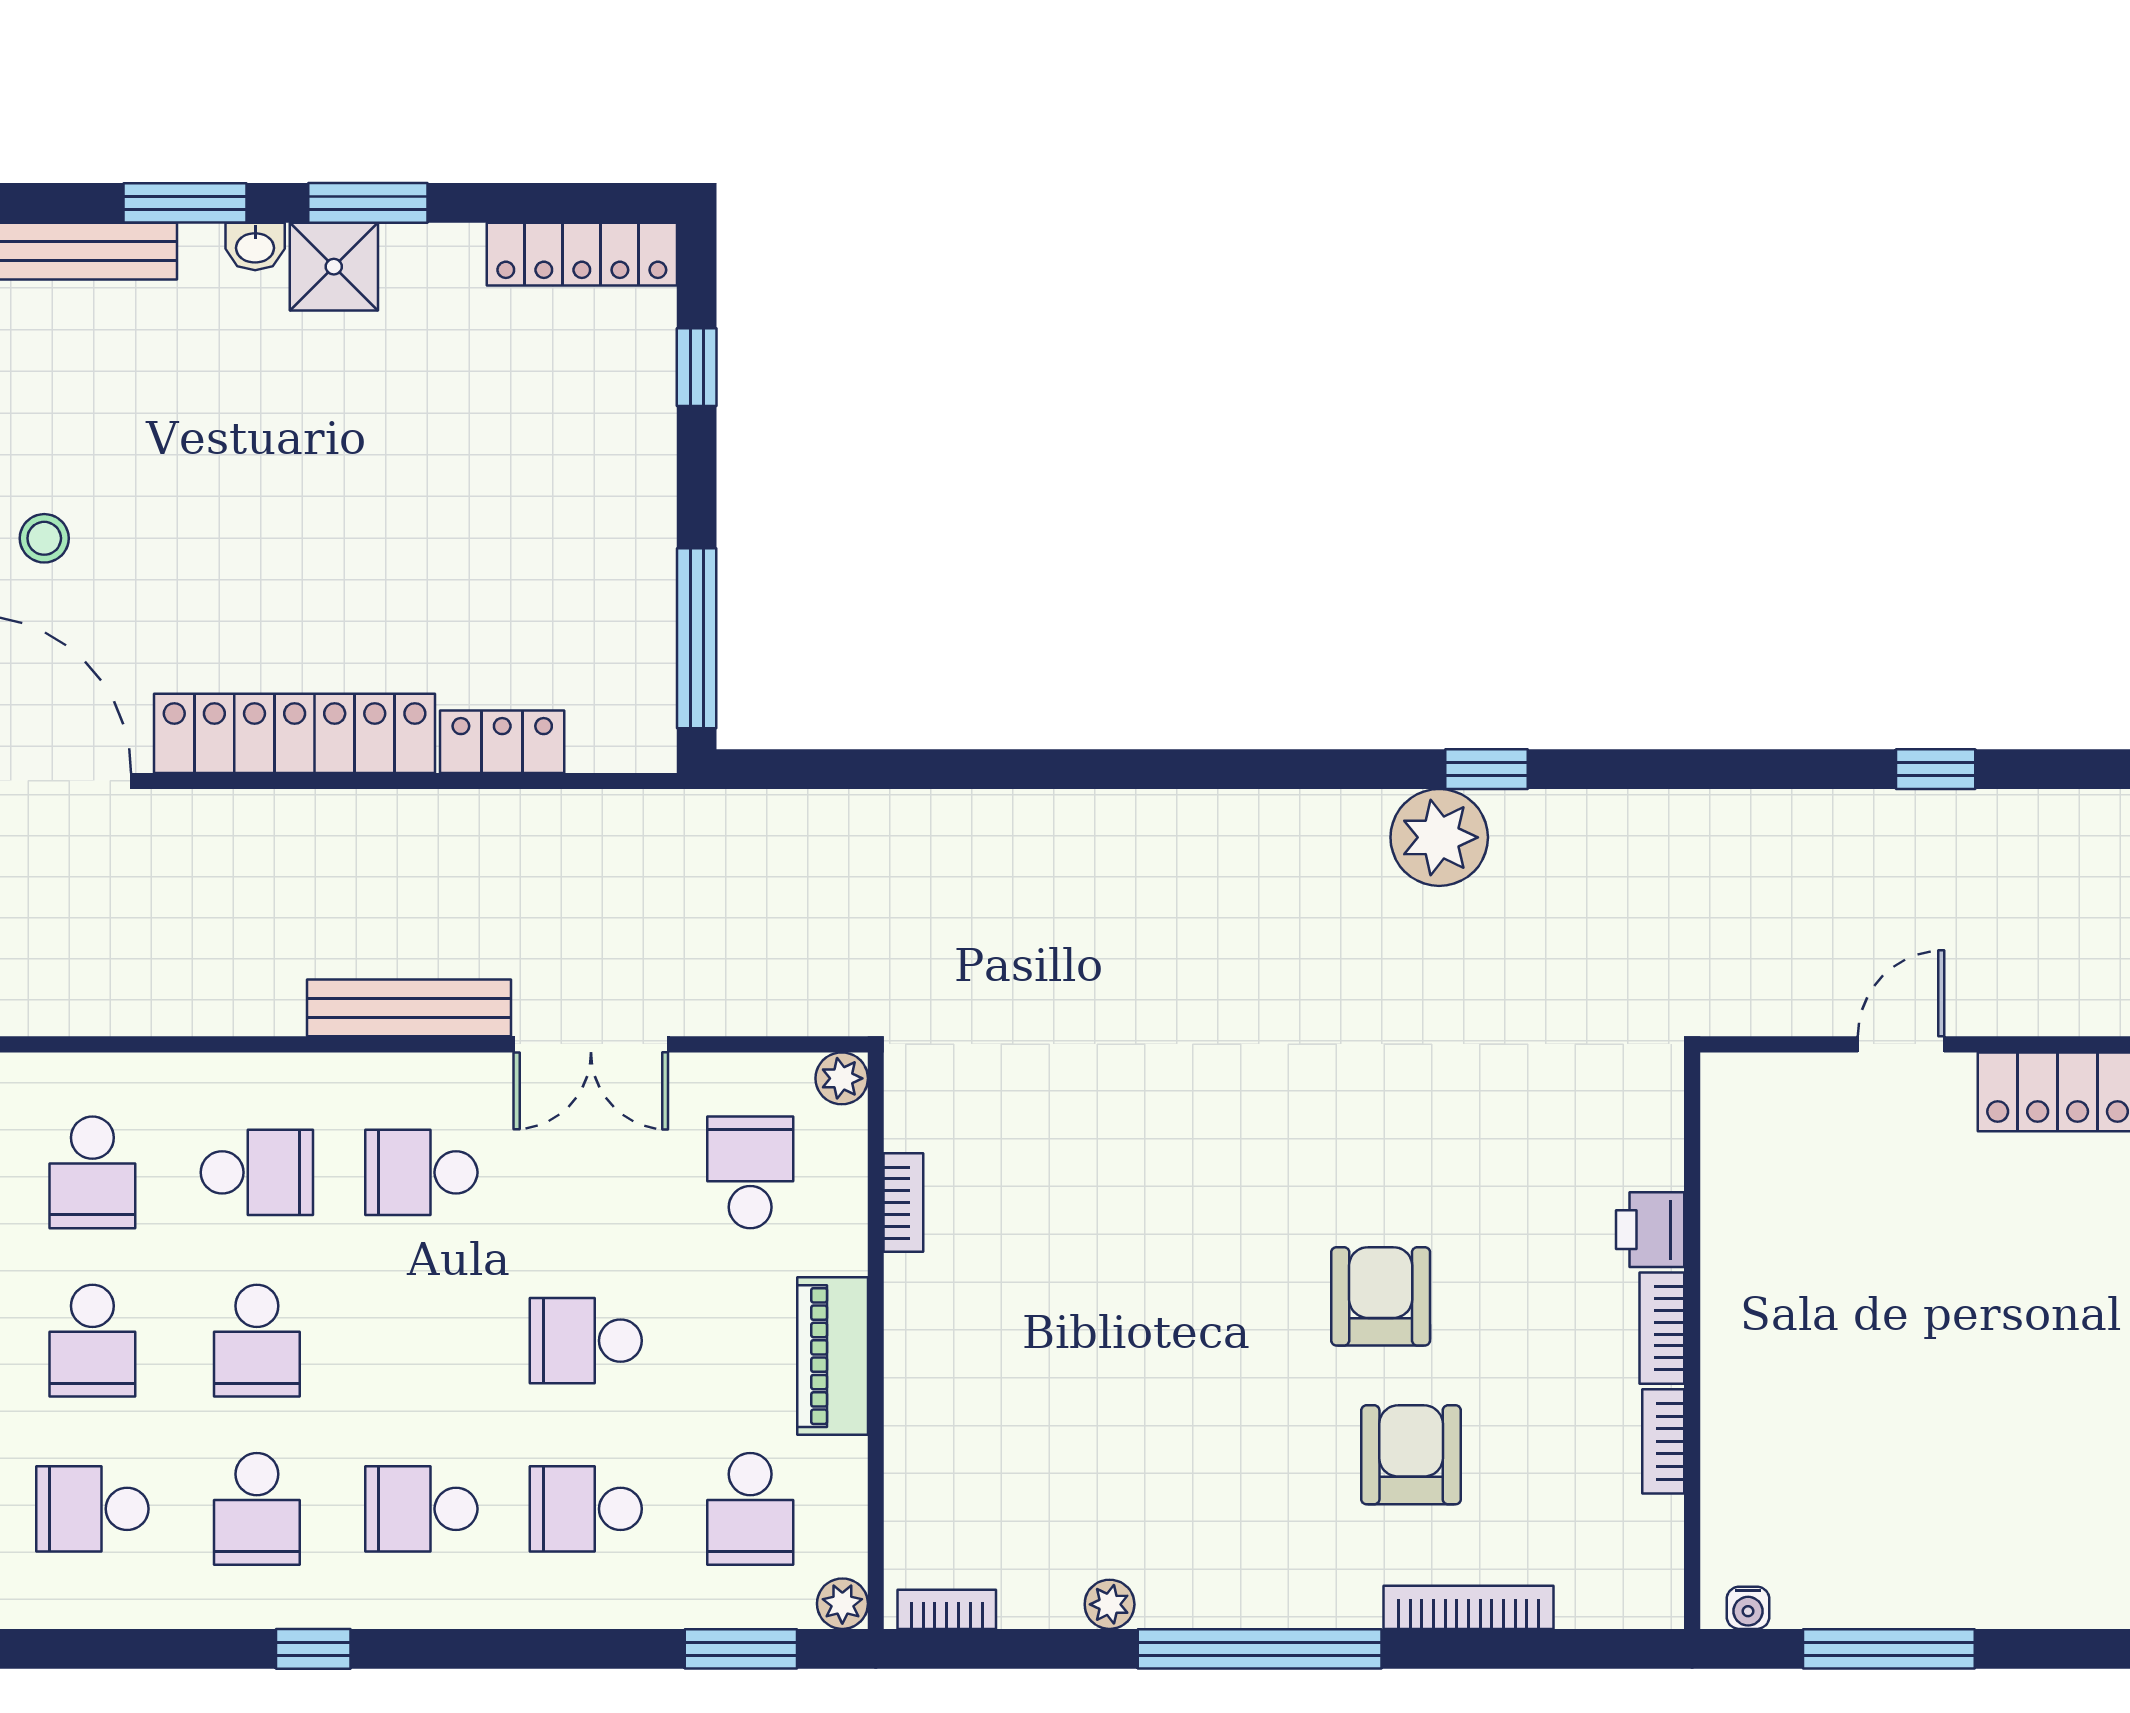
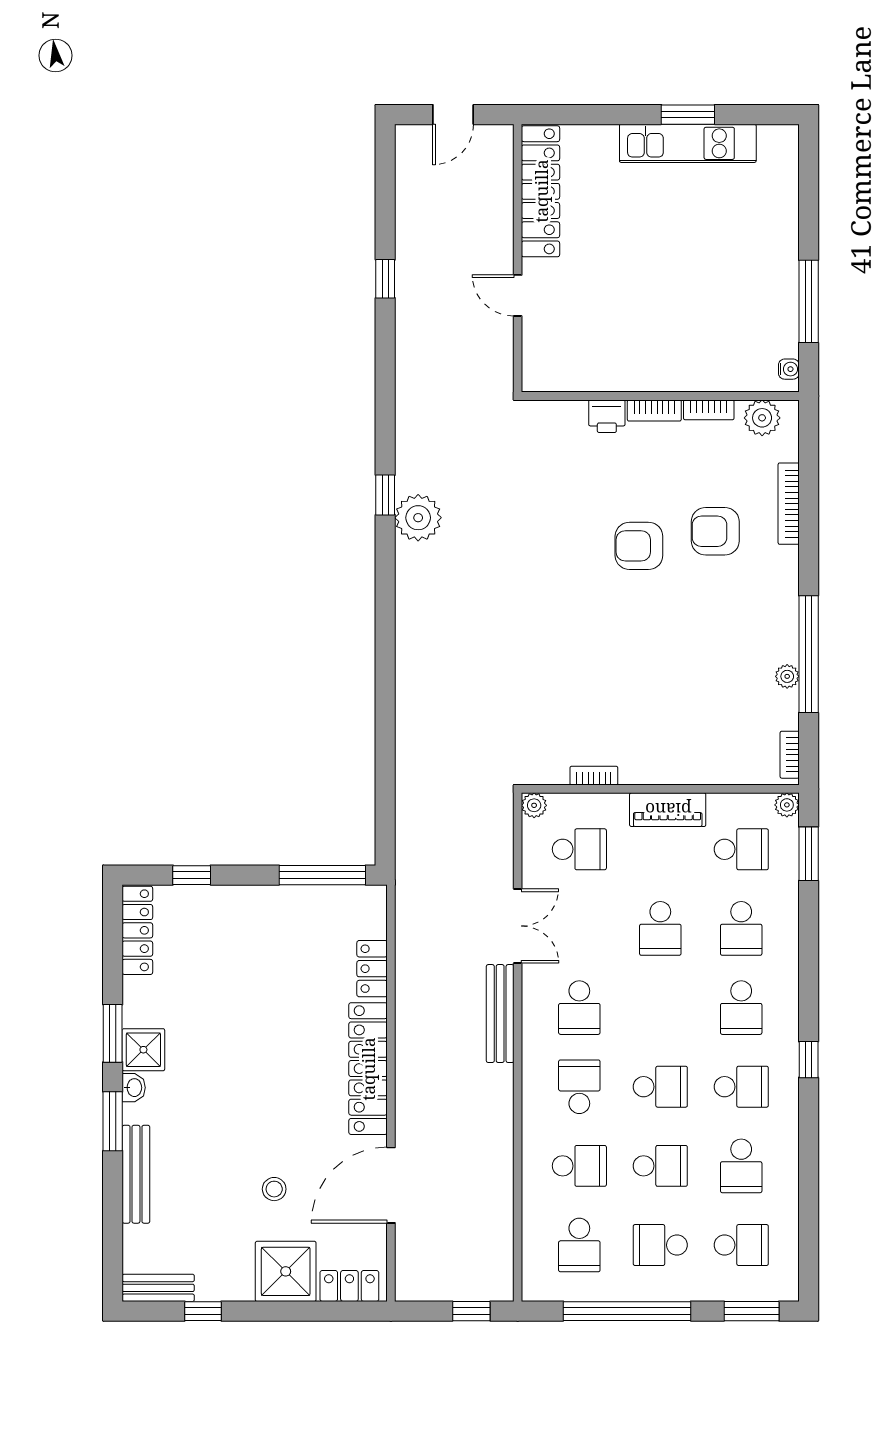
school desk: (750, 1172) -> (579, 849), turned 180
plant: (1647, 1552) -> (762, 418), added
window: (1260, 1649) -> (809, 654), moved

